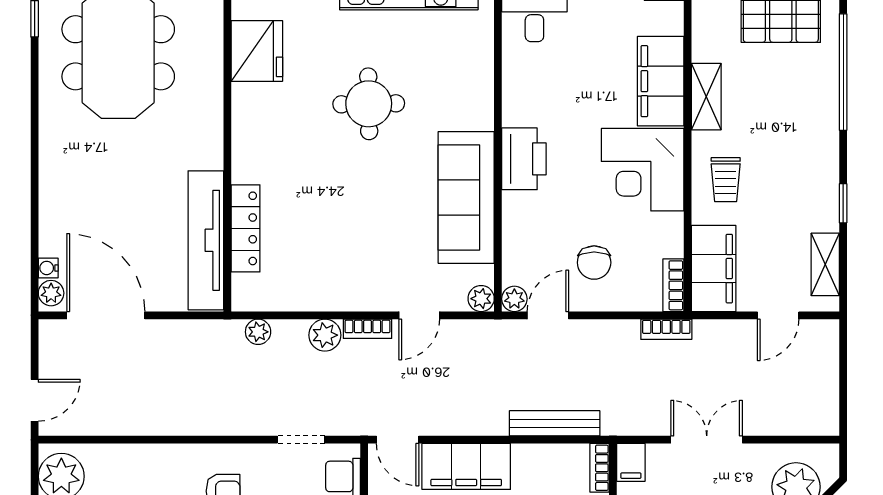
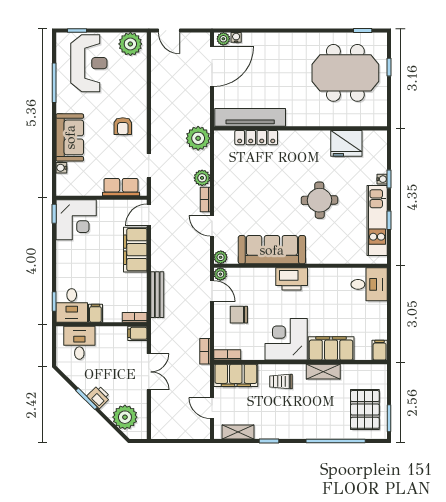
plant: (258, 332) -> (198, 138), width x1.88, depth x1.88

